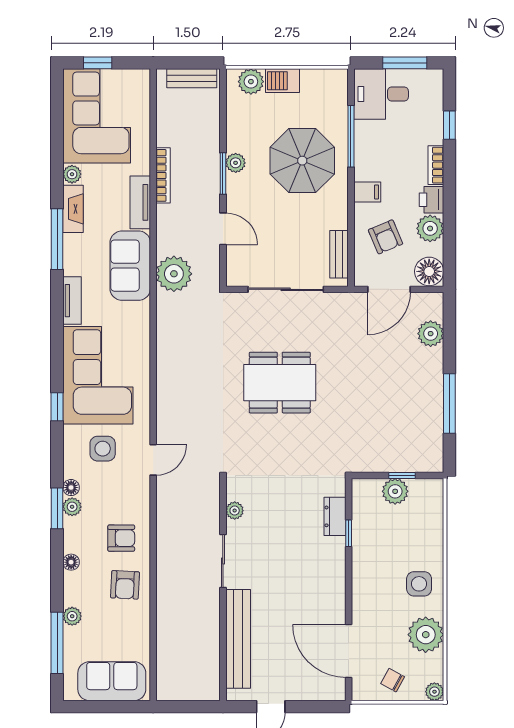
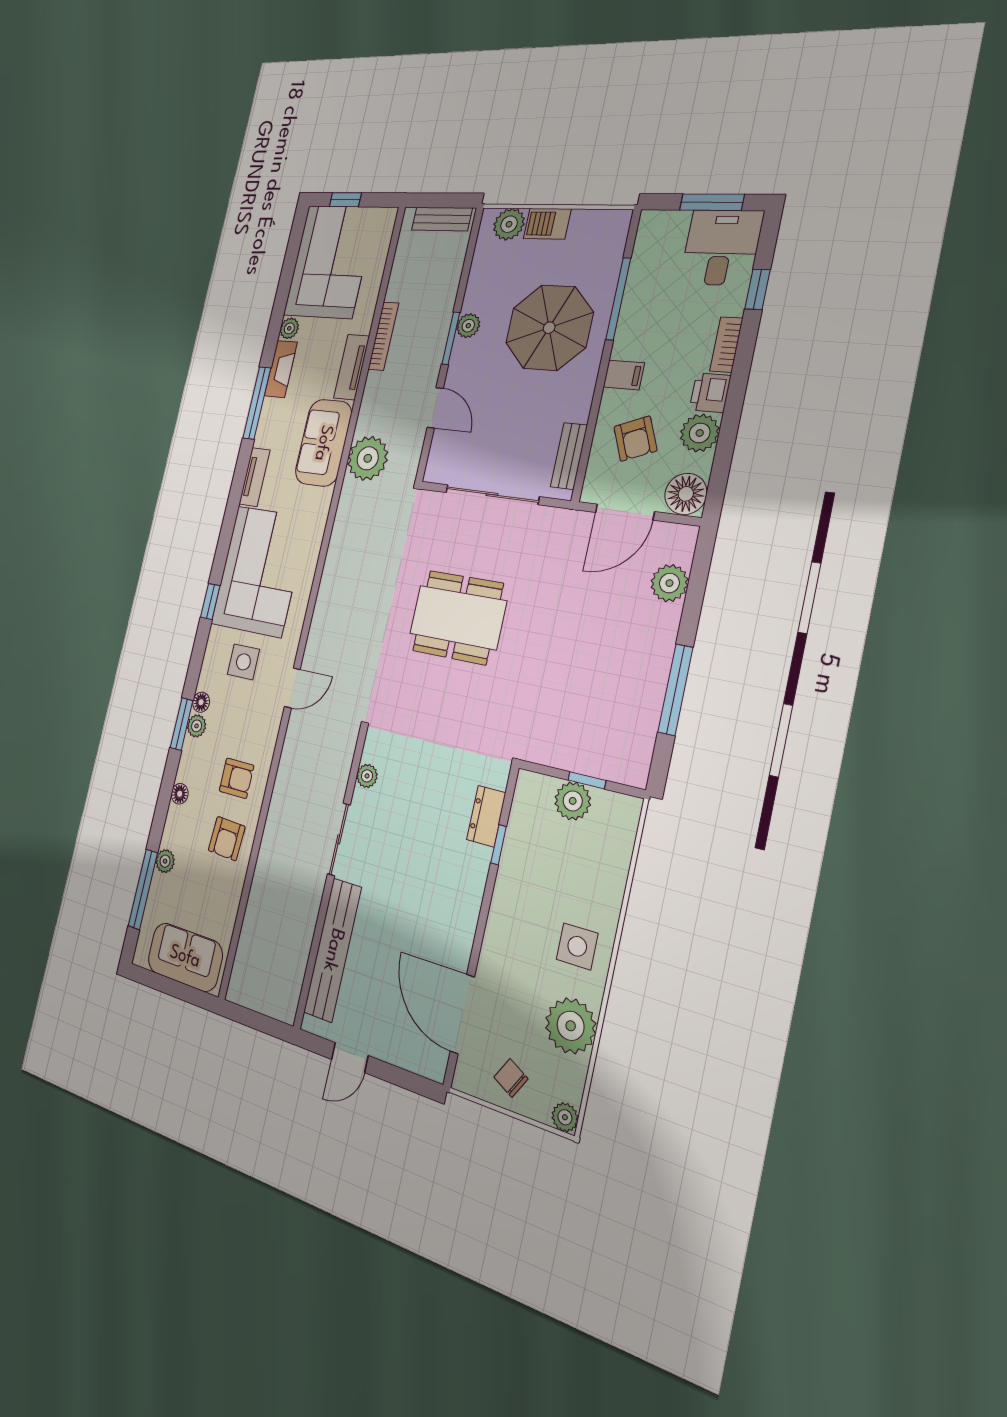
desk: (381, 94) -> (721, 248), moved, turned 90

